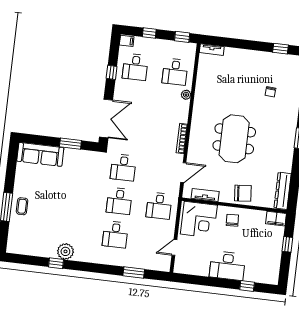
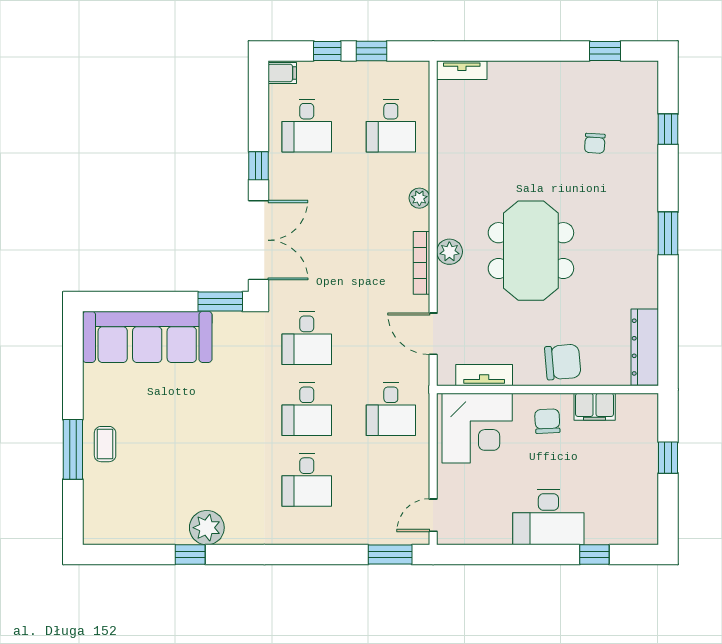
window: (182, 37) -> (372, 51), moved
window: (112, 72) -> (258, 166), moved
plant: (186, 95) -> (419, 198), moved
plant: (196, 135) -> (449, 252), added
window: (70, 144) -> (220, 302), moved
sofa: (40, 154) -> (147, 337), width x1.36, depth x1.27
door: (183, 173) -> (433, 334), swing flipped
filing cabinet: (276, 219) -> (595, 407), moved
door: (174, 248) -> (433, 515), moved
window: (134, 272) -> (390, 555), moved

